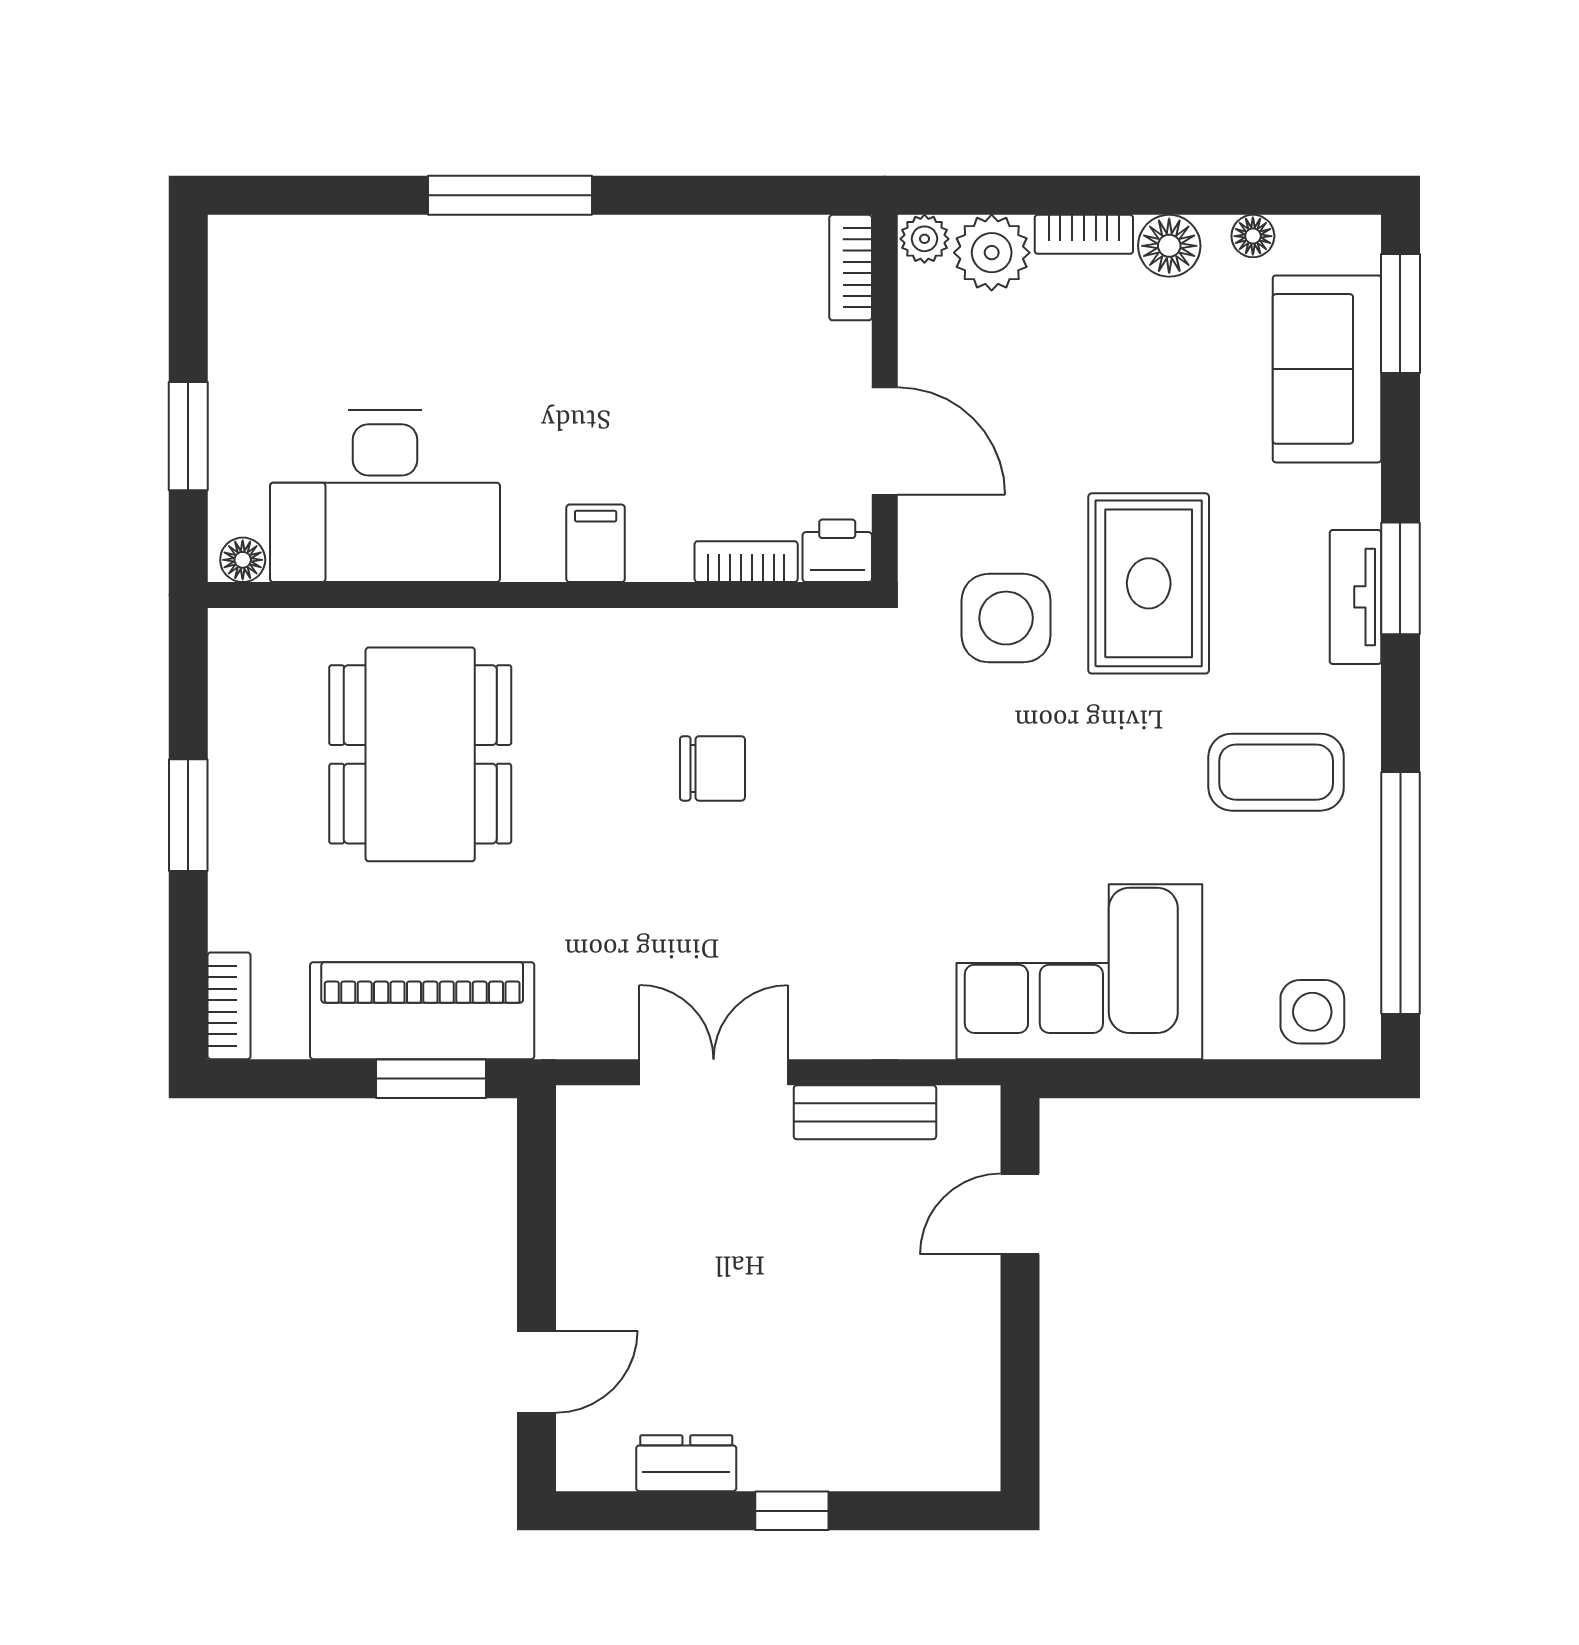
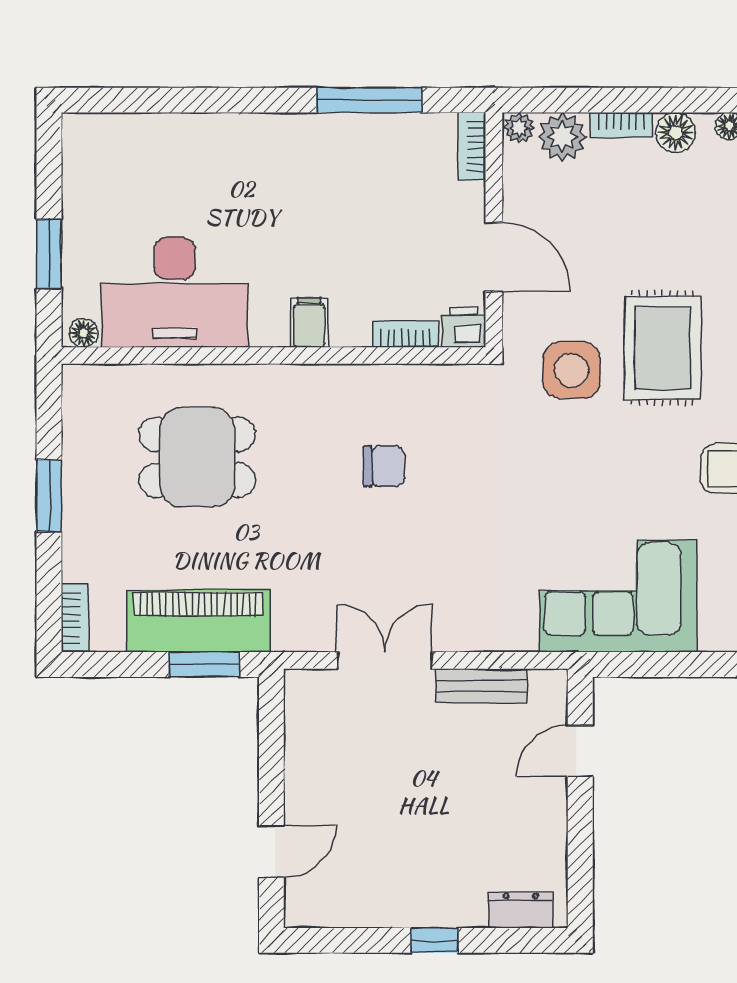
window: (510, 195) -> (369, 100), moved
dining table: (420, 754) -> (197, 457), width x0.73
dresser: (686, 1463) -> (521, 910), moved

